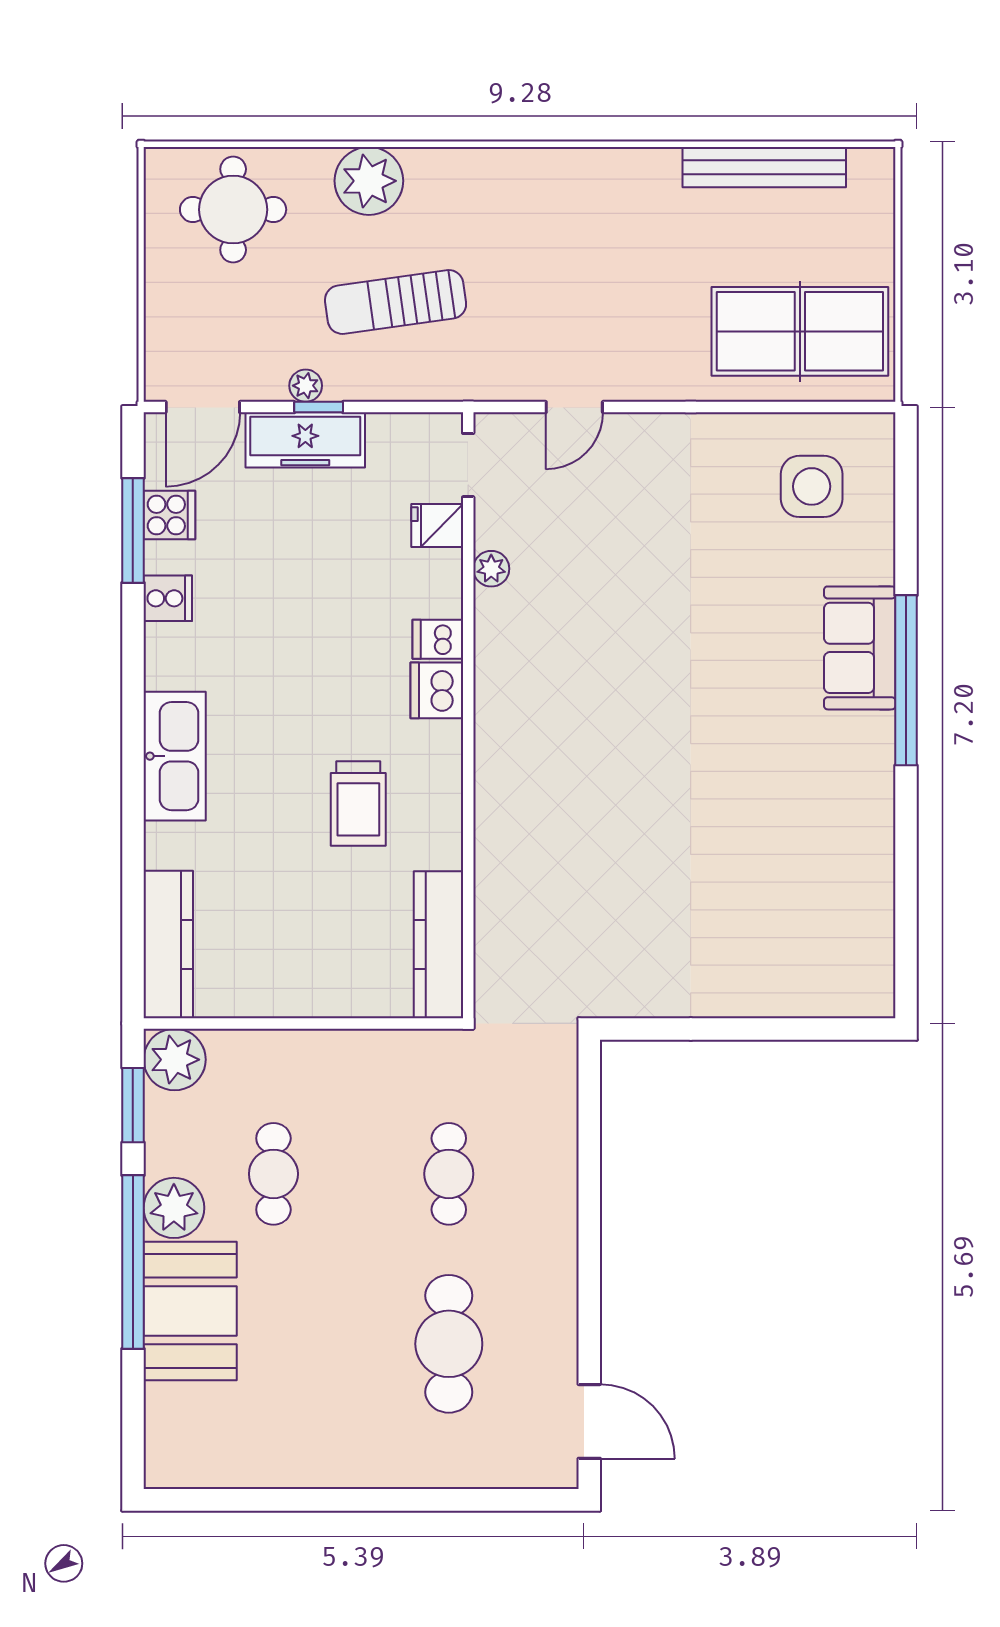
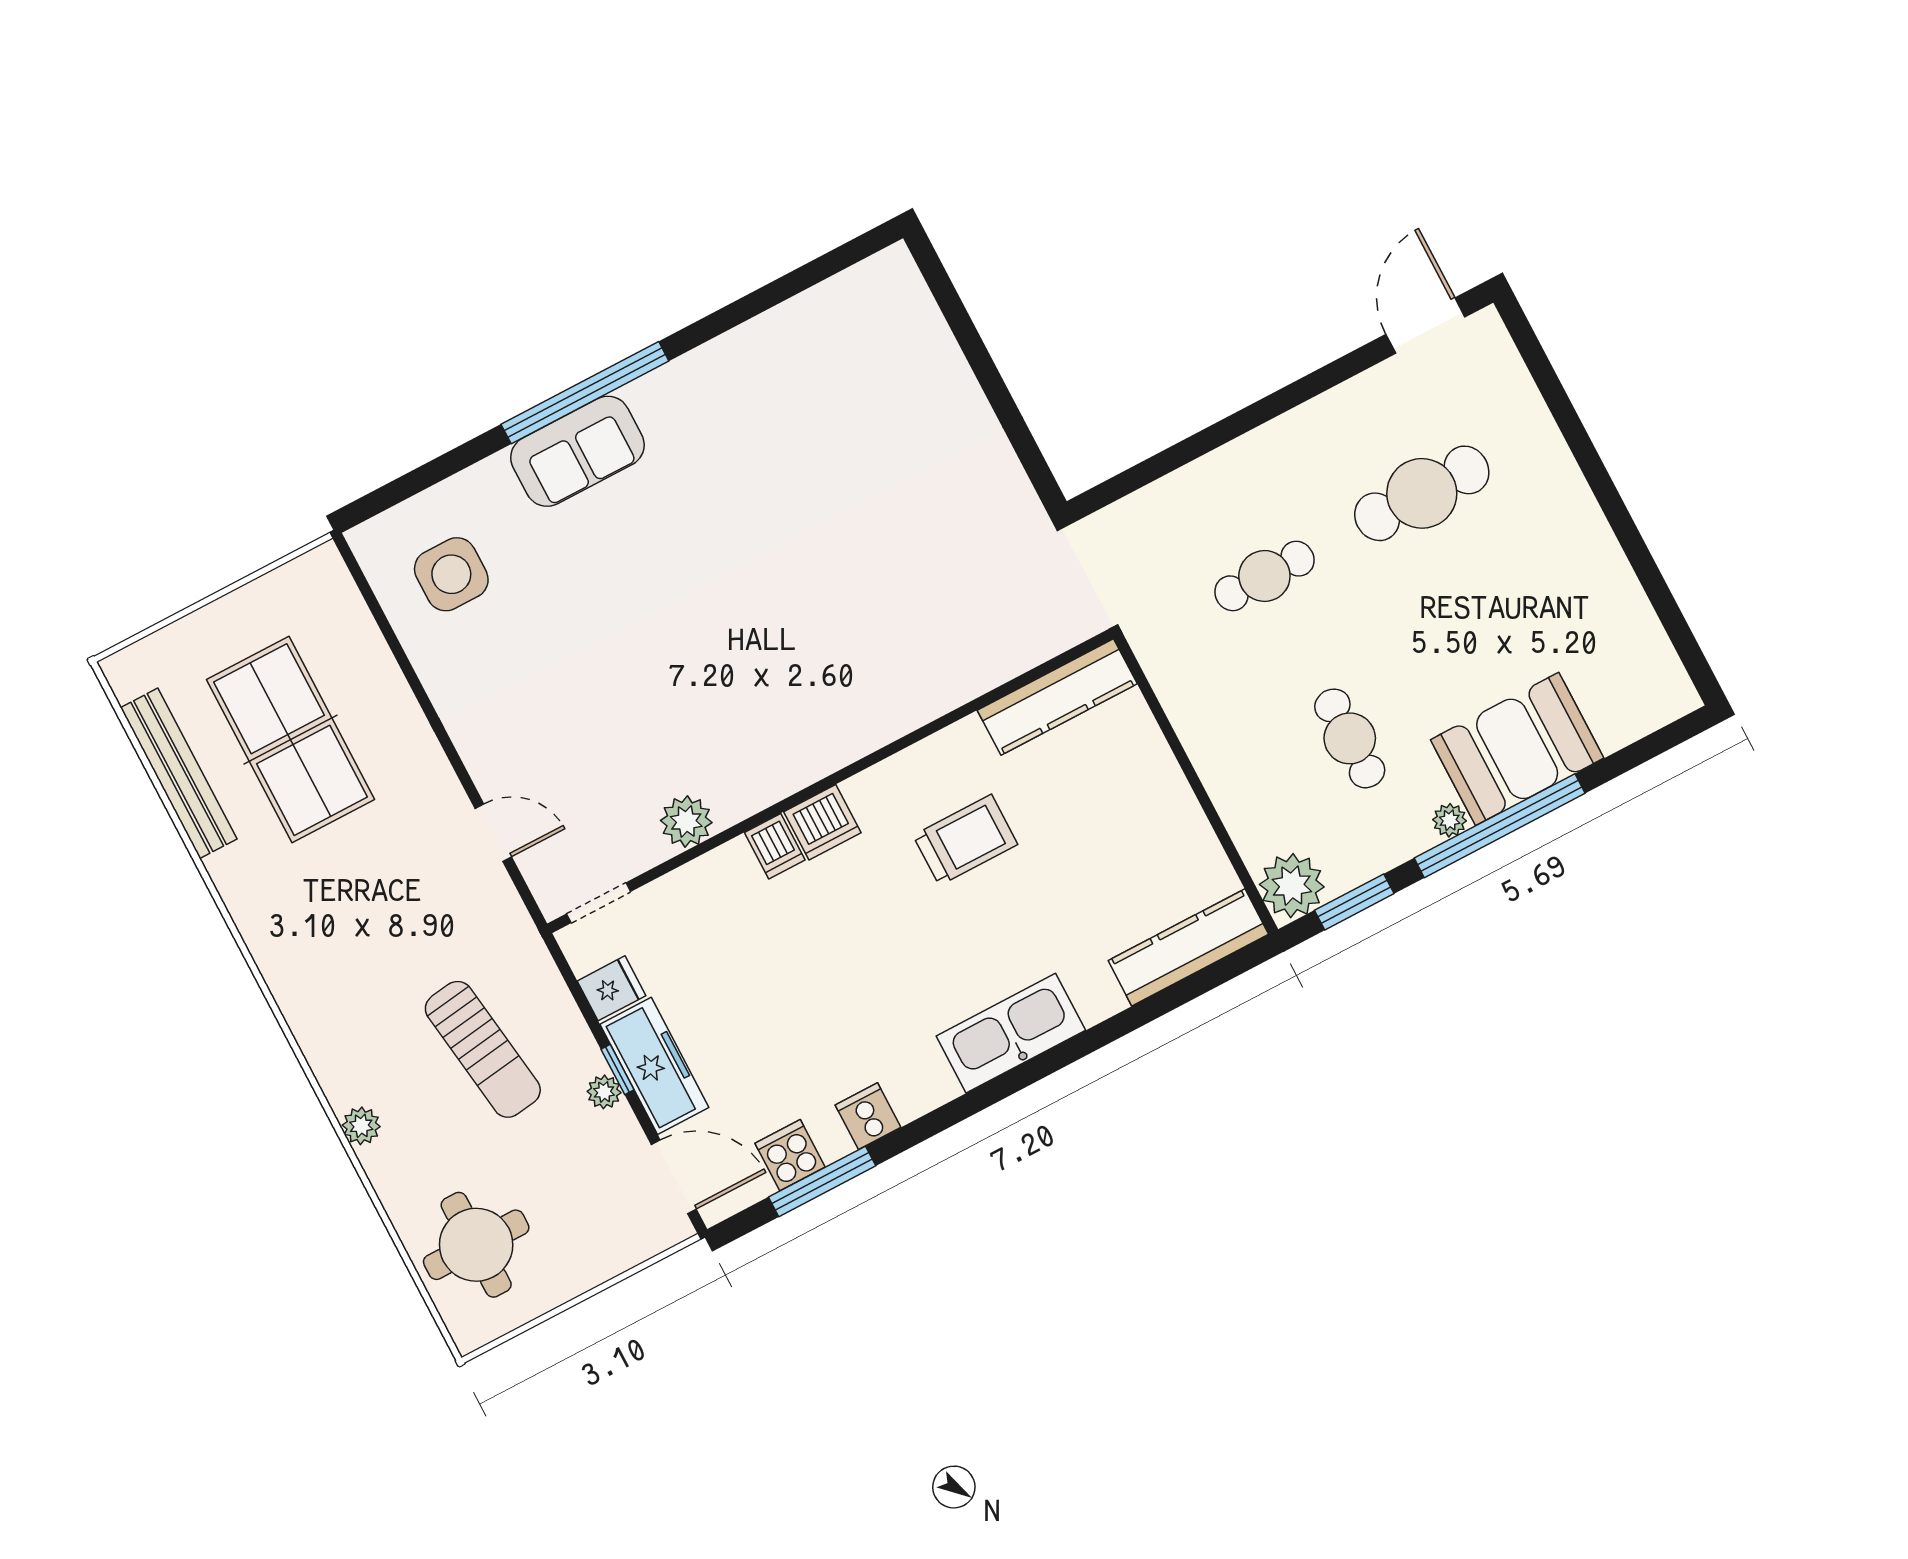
plant: (369, 181) -> (361, 1126), width x0.53, depth x0.53
table tennis table: (800, 331) -> (291, 740), moved
fridge: (437, 525) -> (611, 988), moved, turned -90
plant: (491, 569) -> (686, 821), width x1.38, depth x1.38
cafe table: (273, 1174) -> (1350, 738), turned 90
plant: (174, 1208) -> (1450, 820), width x0.53, depth x0.53

